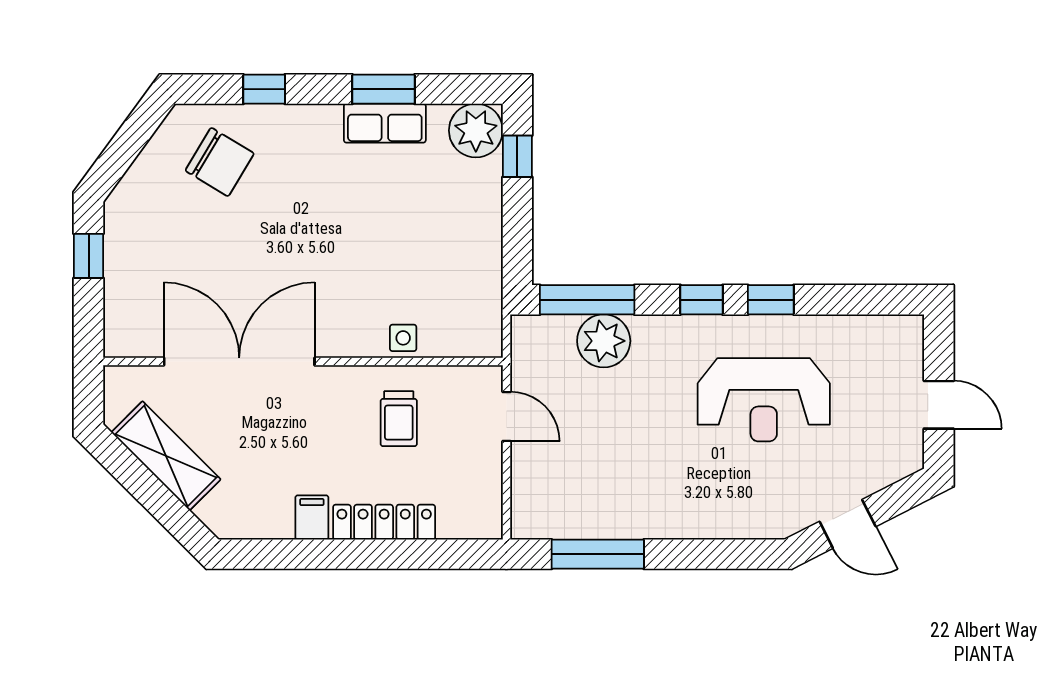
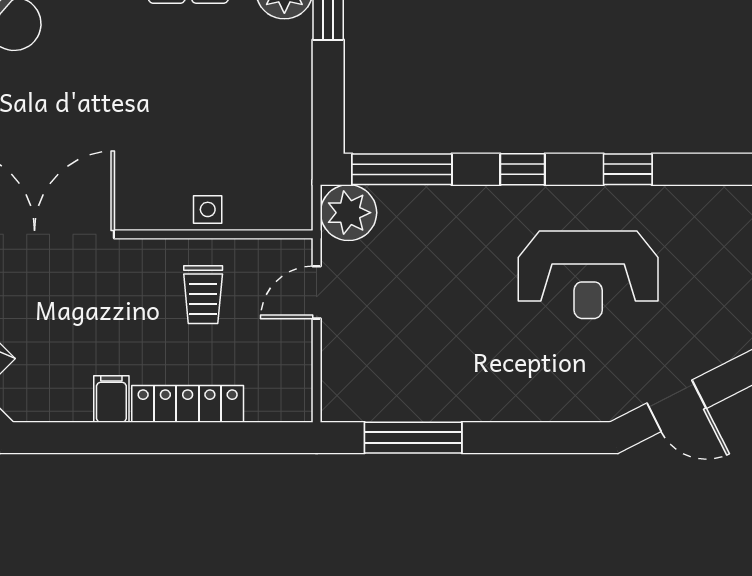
window: (771, 300) -> (628, 169), moved
plant: (604, 341) -> (349, 213), moved
door: (506, 416) -> (317, 292), swing flipped

